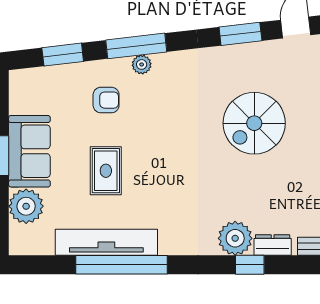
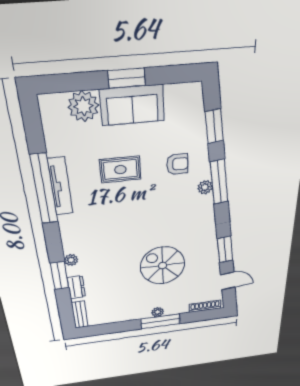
armchair: (106, 100) -> (177, 164), turned -90
plant: (235, 238) -> (71, 260), width x0.53, depth x0.53
tv unit: (106, 242) -> (60, 186), width x0.73, depth x0.78
window: (250, 265) -> (60, 276), width x1.50

